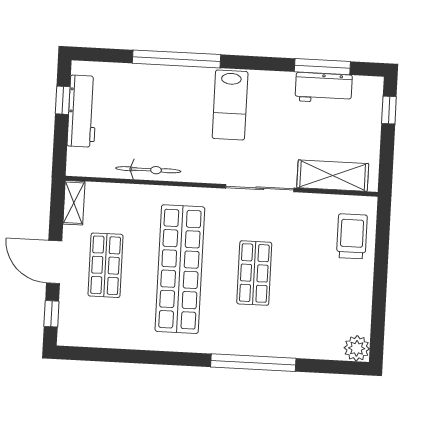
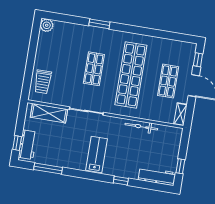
window: (177, 59) -> (121, 181), width x0.32
workbench: (324, 88) -> (28, 145), moved, turned 90
workbench: (82, 111) -> (157, 176), moved, turned 90
window: (253, 363) -> (99, 24), width x0.47

